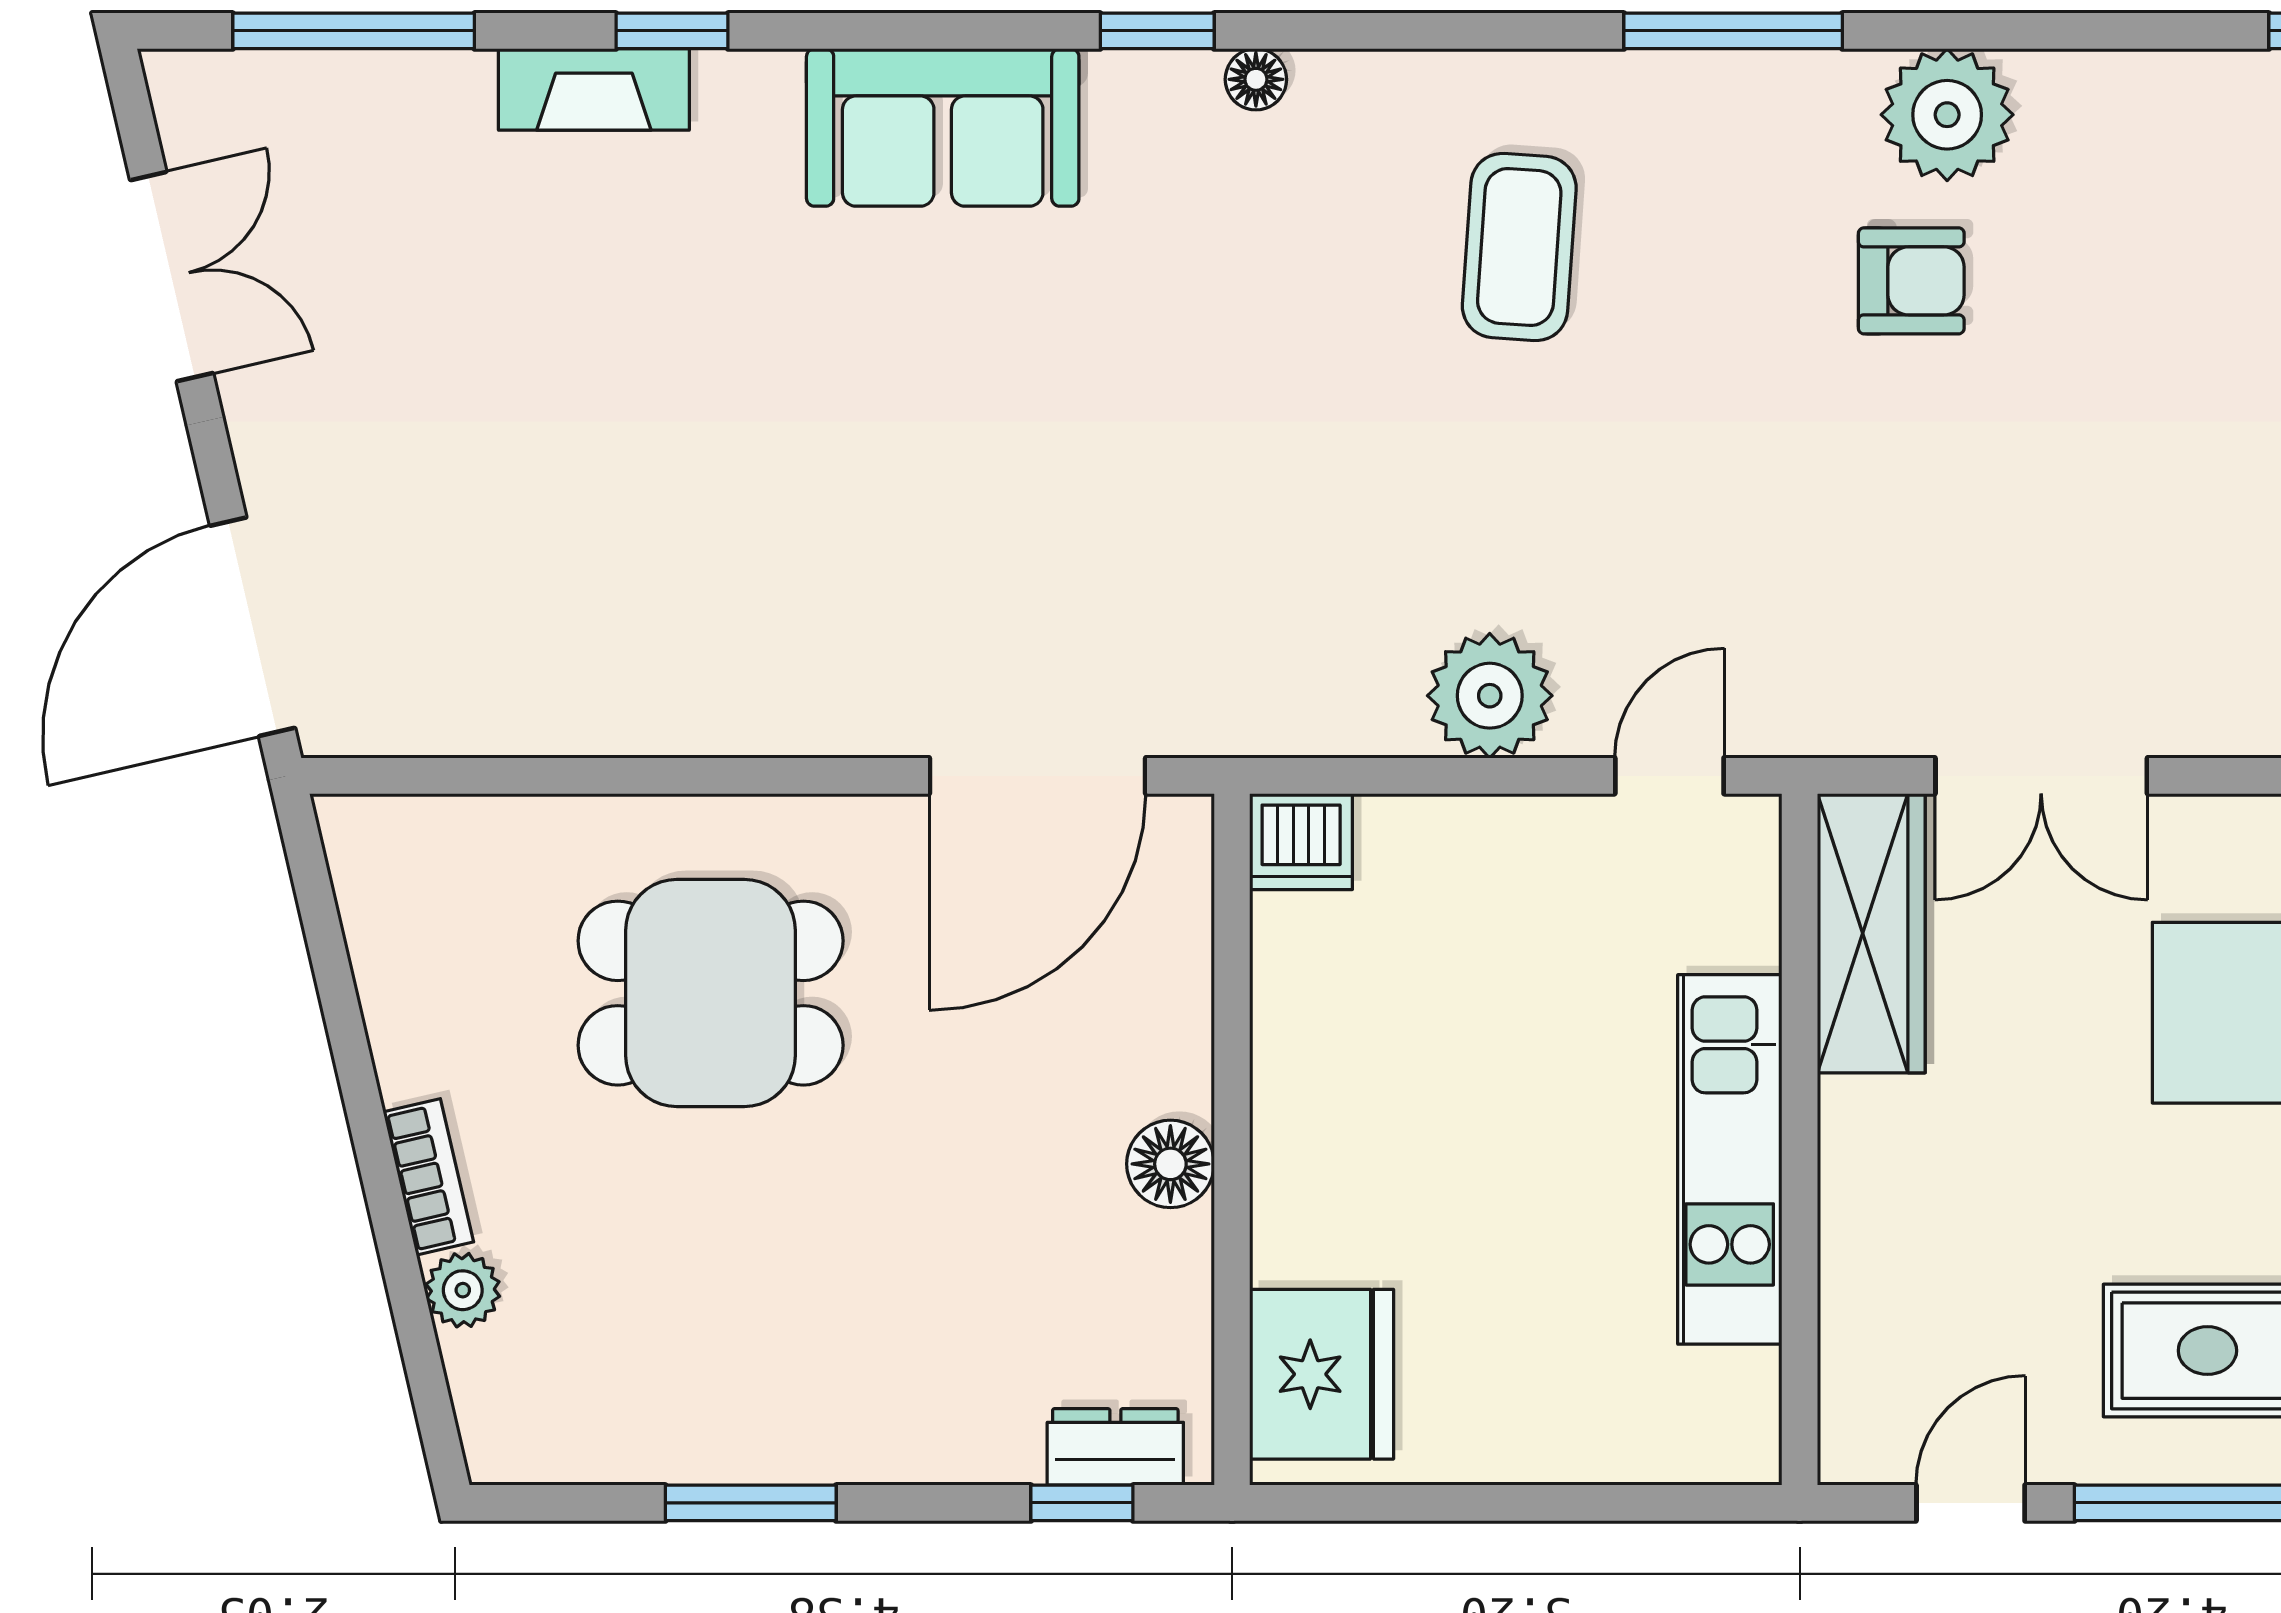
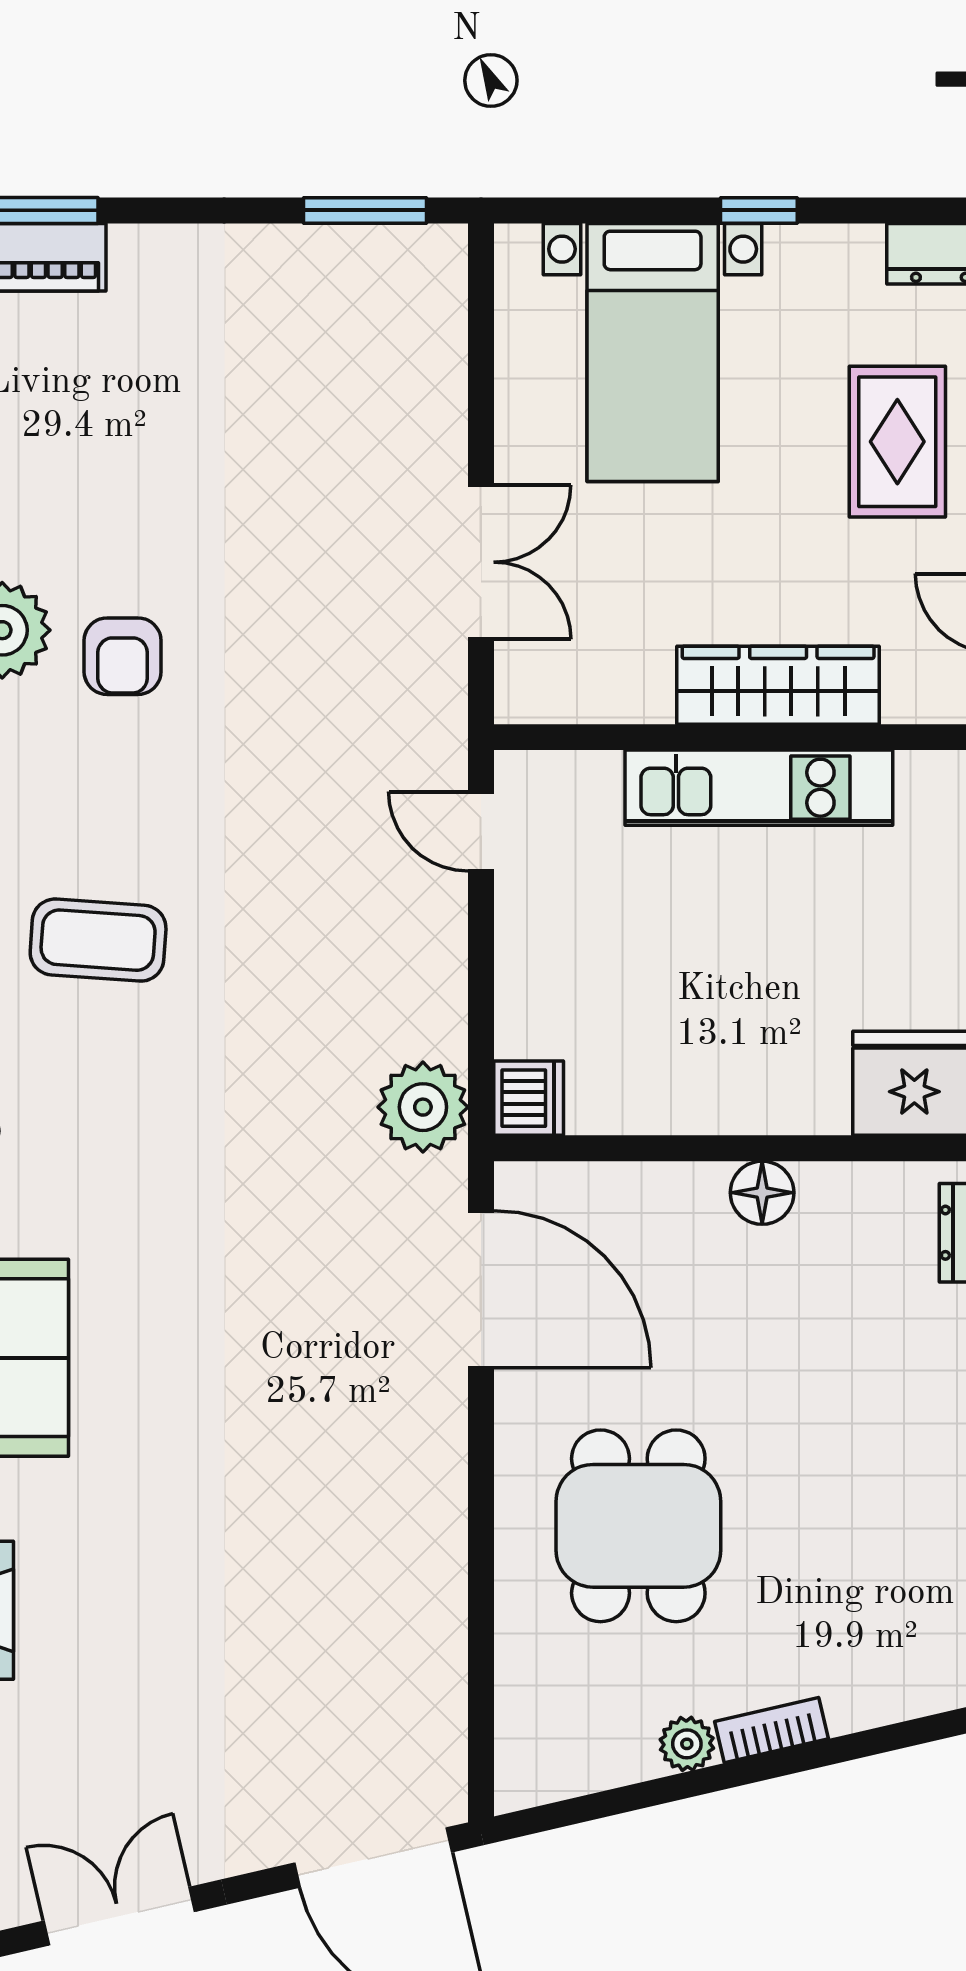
armchair: (1911, 281) -> (123, 656), turned 180
plant: (1490, 696) -> (423, 1107), moved
wardrobe: (1871, 933) -> (778, 685), moved
plant: (463, 1290) -> (687, 1744), moved

